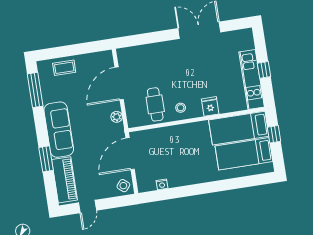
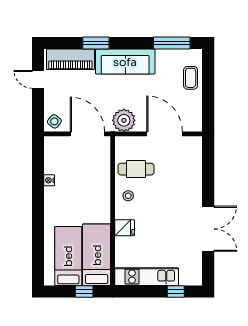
window: (264, 70) -> (176, 291), moved
plant: (117, 117) -> (124, 120), width x1.88, depth x1.88
nightstand: (162, 184) -> (49, 180), moved

